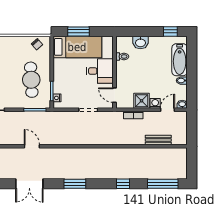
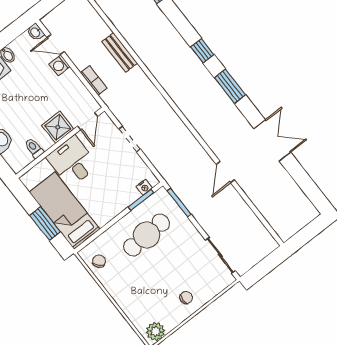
shower: (142, 101) -> (58, 127), moved
bench: (158, 140) -> (120, 52), moved
window: (123, 184) -> (202, 51), moved

